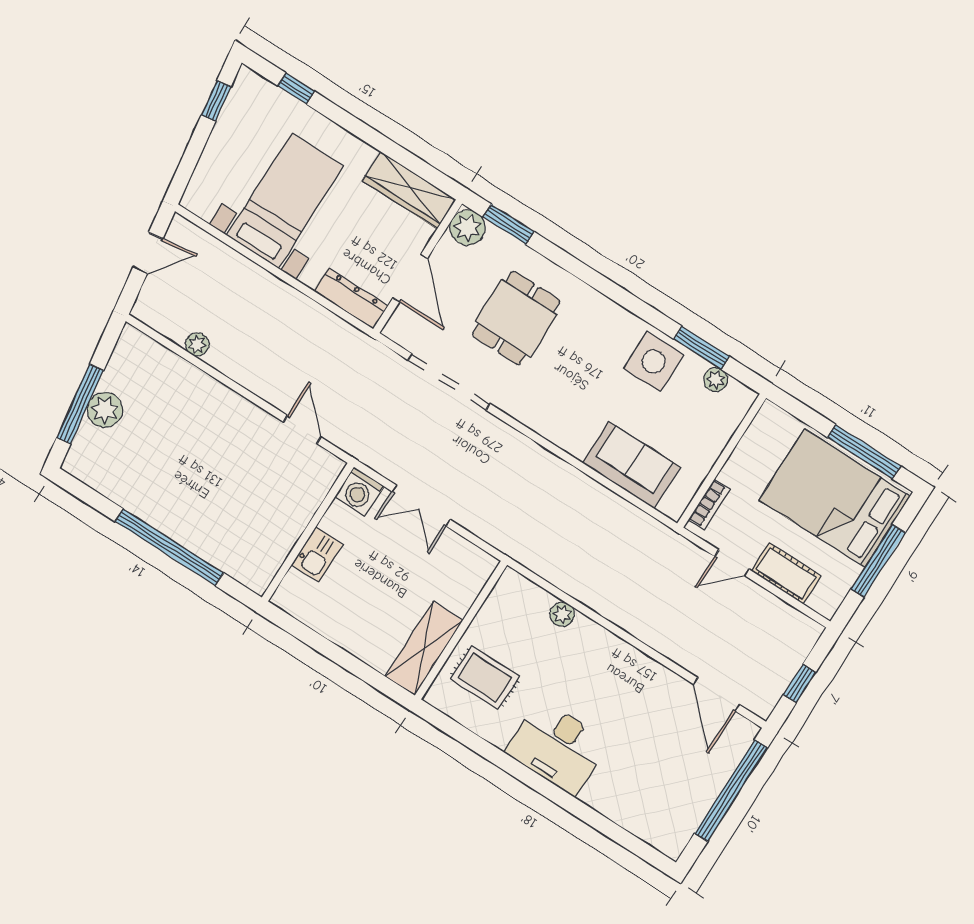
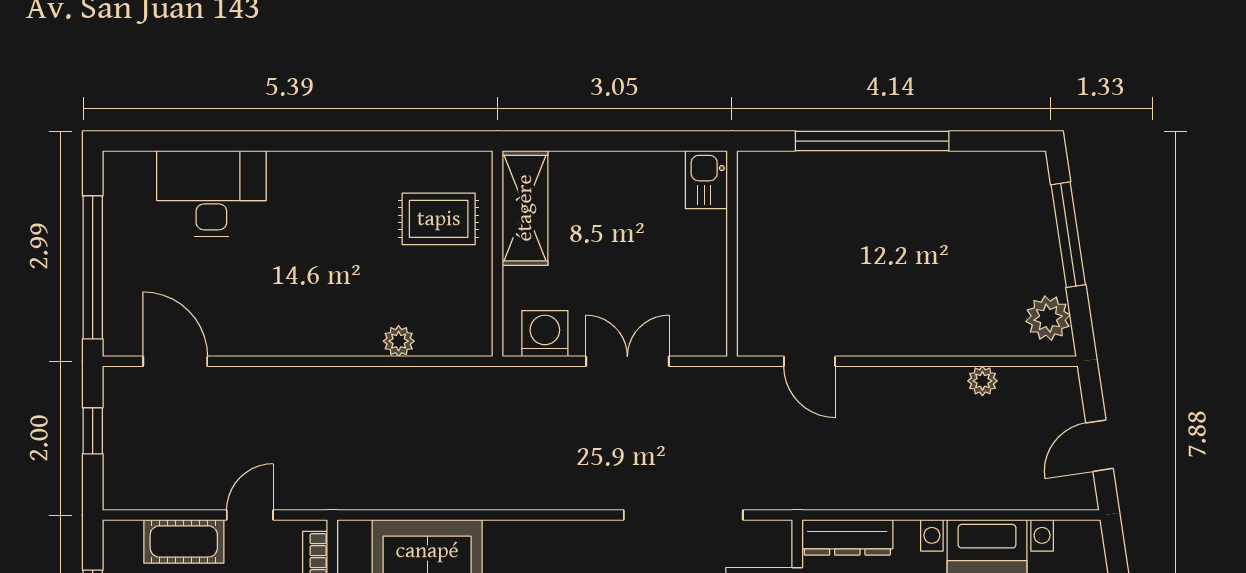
plant: (105, 410) -> (1048, 318), moved
washing machine: (359, 492) -> (545, 334), moved
kitchen sink: (317, 555) -> (706, 180), moved
desk: (557, 747) -> (211, 194), moved

